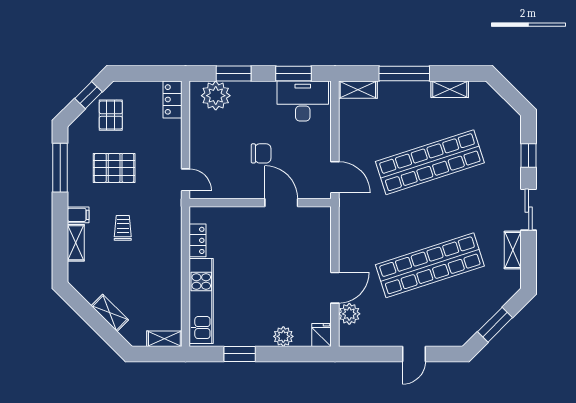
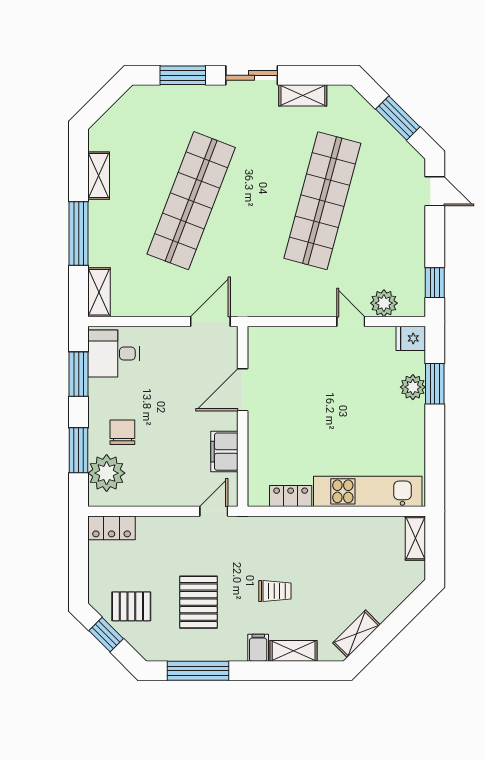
desk: (303, 101) -> (114, 354), width x0.73
chair: (261, 153) -> (122, 432), moved
window: (529, 156) -> (183, 75), width x1.50
shop shelf: (430, 162) -> (191, 201), turned 39
filing cabinet: (233, 188) -> (224, 452), added
trolley: (123, 228) -> (275, 591), turned 180
shop shelf: (430, 265) -> (322, 201), turned 33
door: (335, 288) -> (351, 321), width x0.73
shelving: (110, 313) -> (356, 634), moved
window: (240, 354) -> (435, 384), moved
window: (365, 354) -> (435, 283), added
door: (414, 354) -> (435, 191), moved

